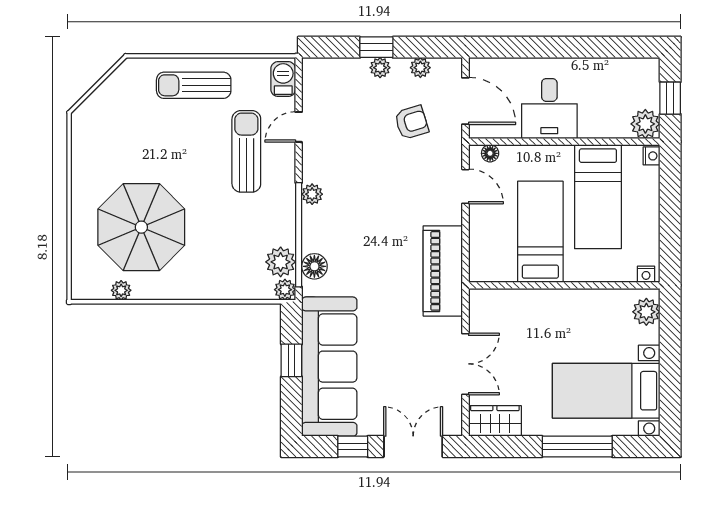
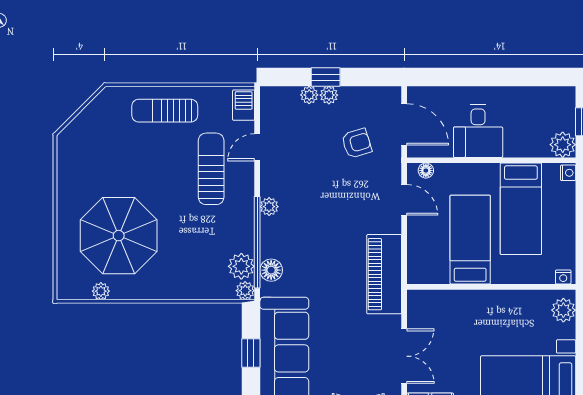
plant: (420, 68) -> (309, 95), moved

